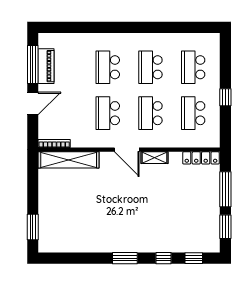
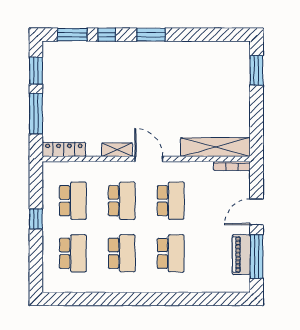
window: (194, 258) -> (72, 35), width x1.50

